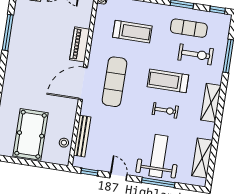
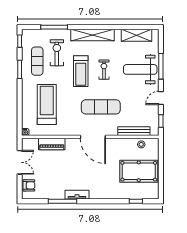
treadmill: (132, 32) -> (47, 105), width x1.37, depth x1.38
piano: (80, 44) -> (52, 144), moved
tv unit: (13, 52) -> (77, 195), added
exercise mat: (114, 82) -> (101, 107), moved
shelving: (211, 103) -> (93, 35), width x1.47

